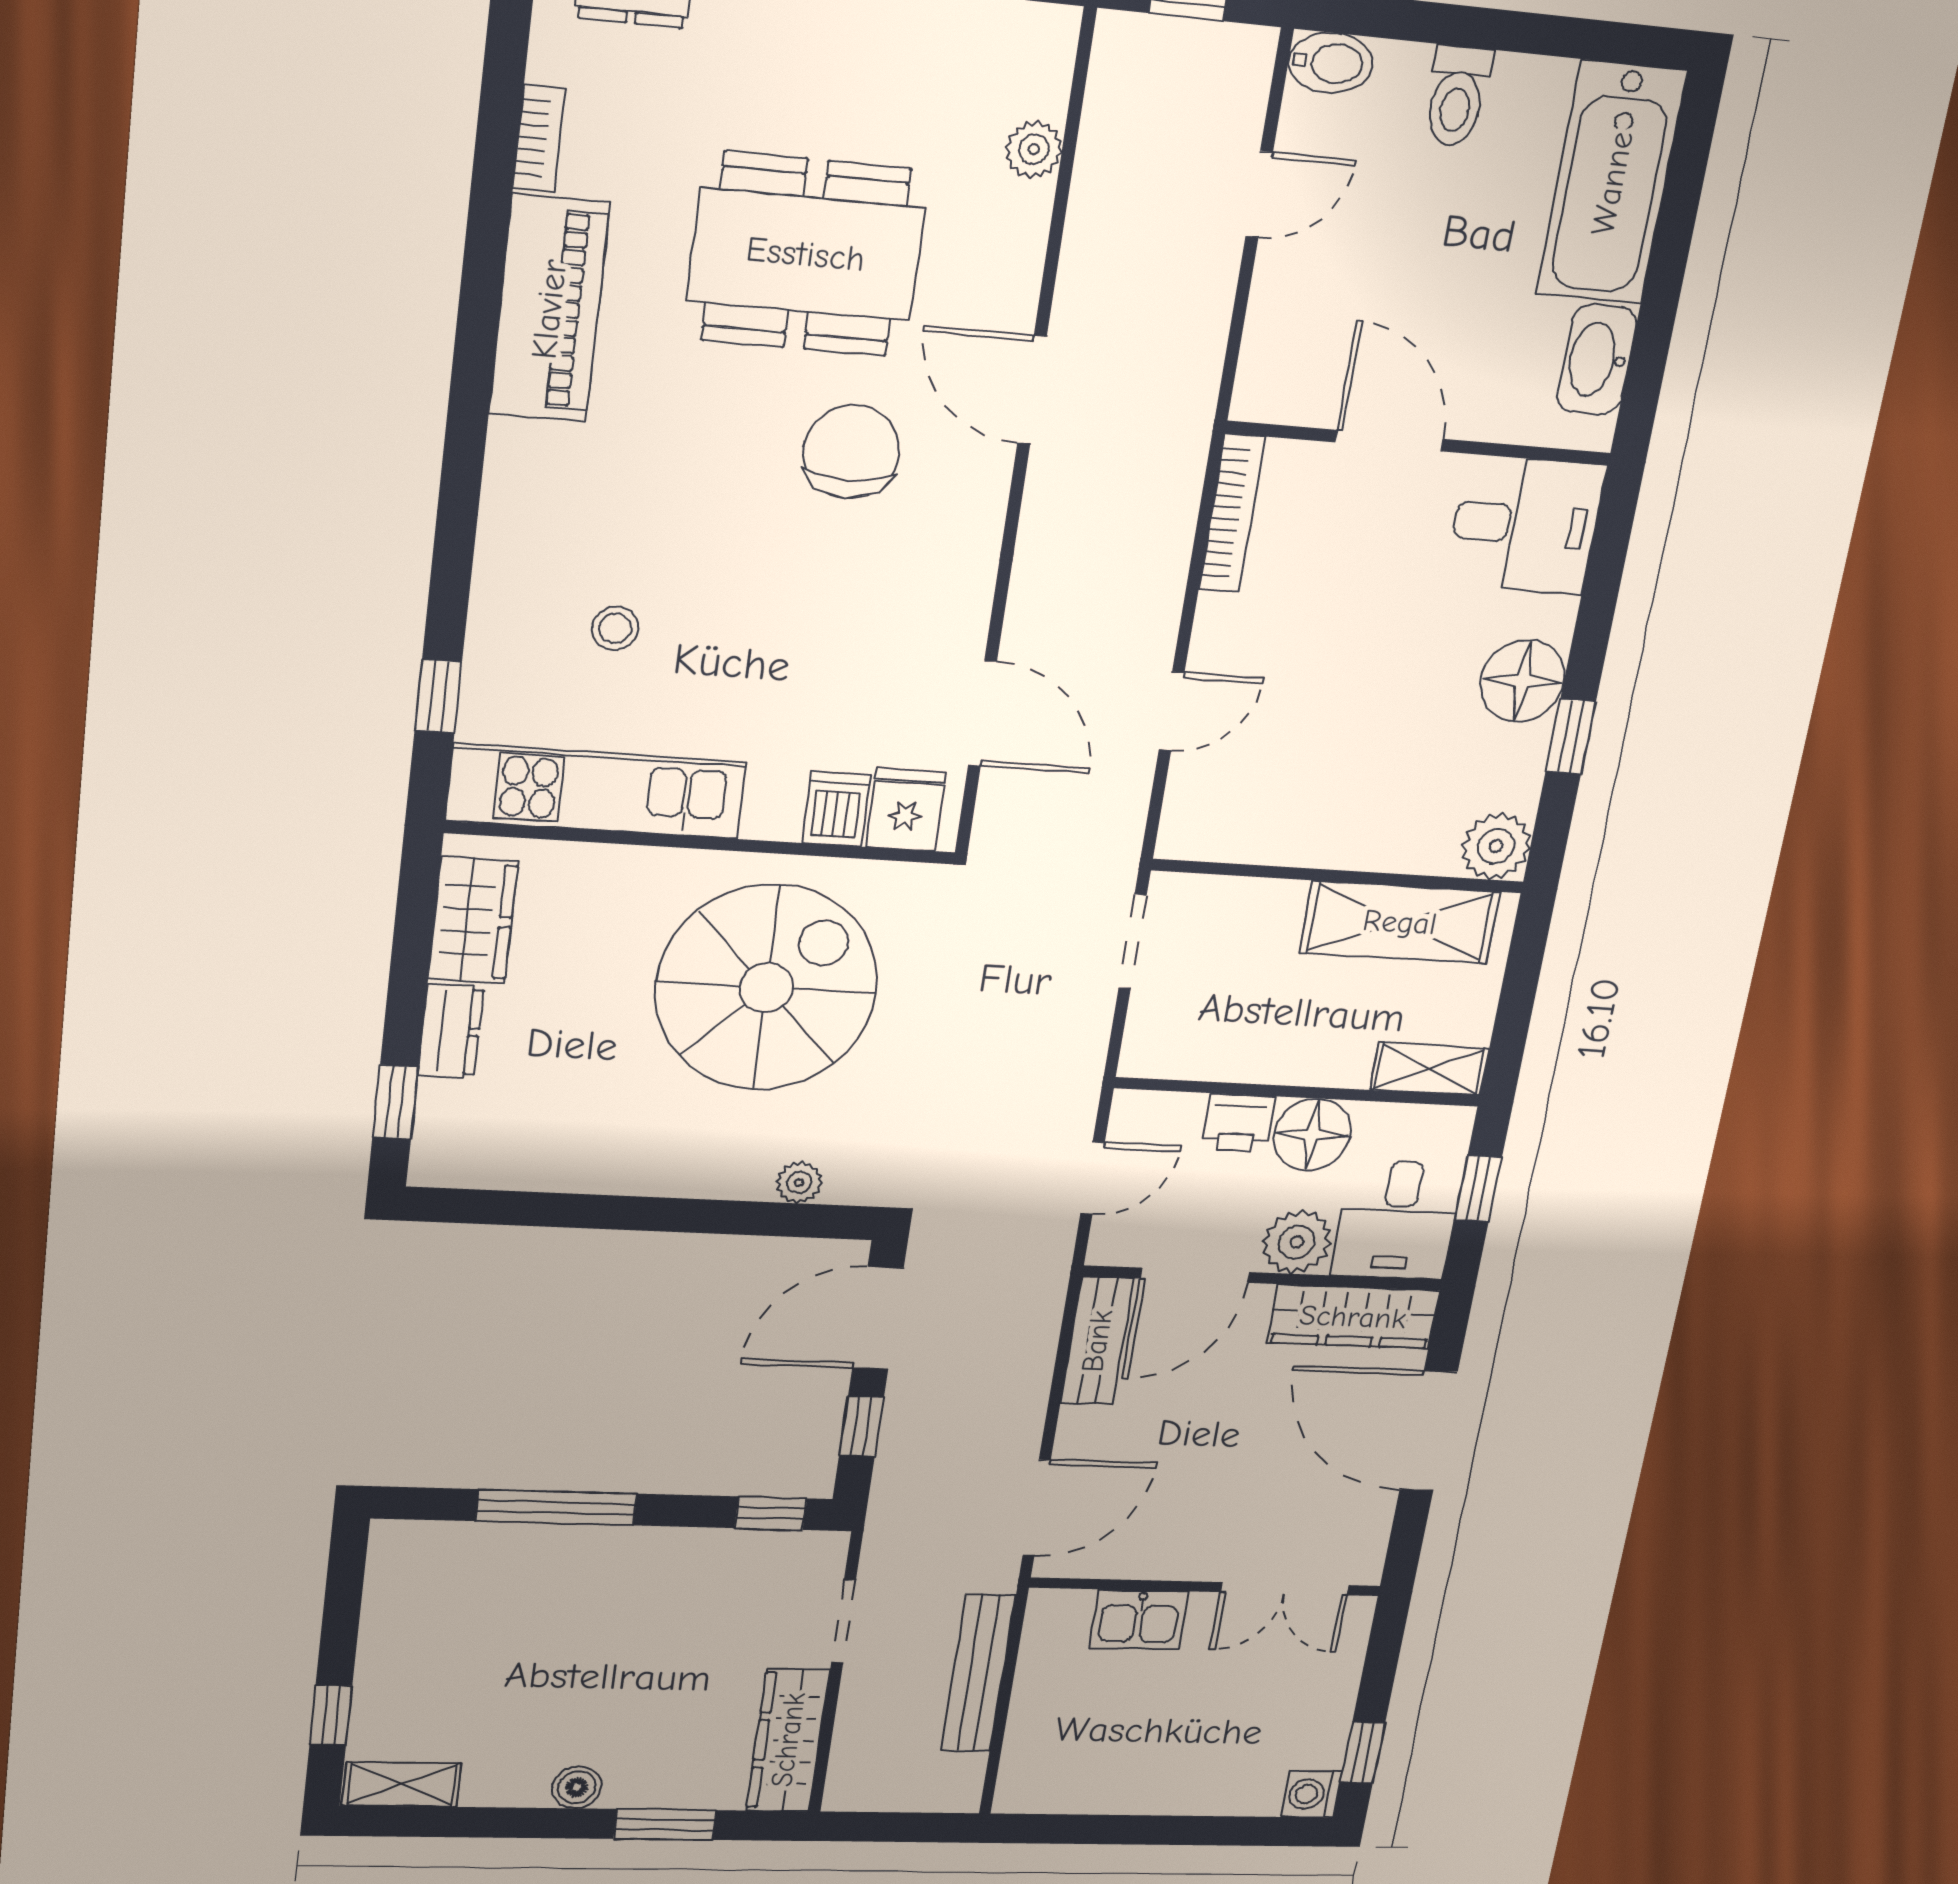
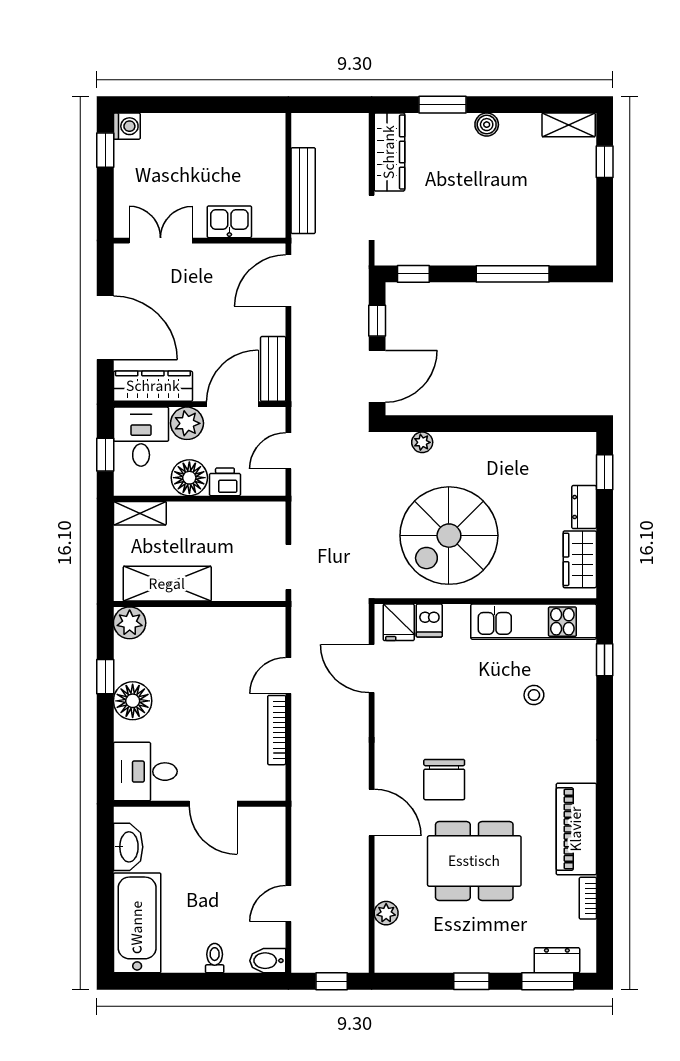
toilet: (1457, 96) -> (215, 958), width x0.73, depth x0.72
bookcase: (1232, 513) -> (277, 730), moved

